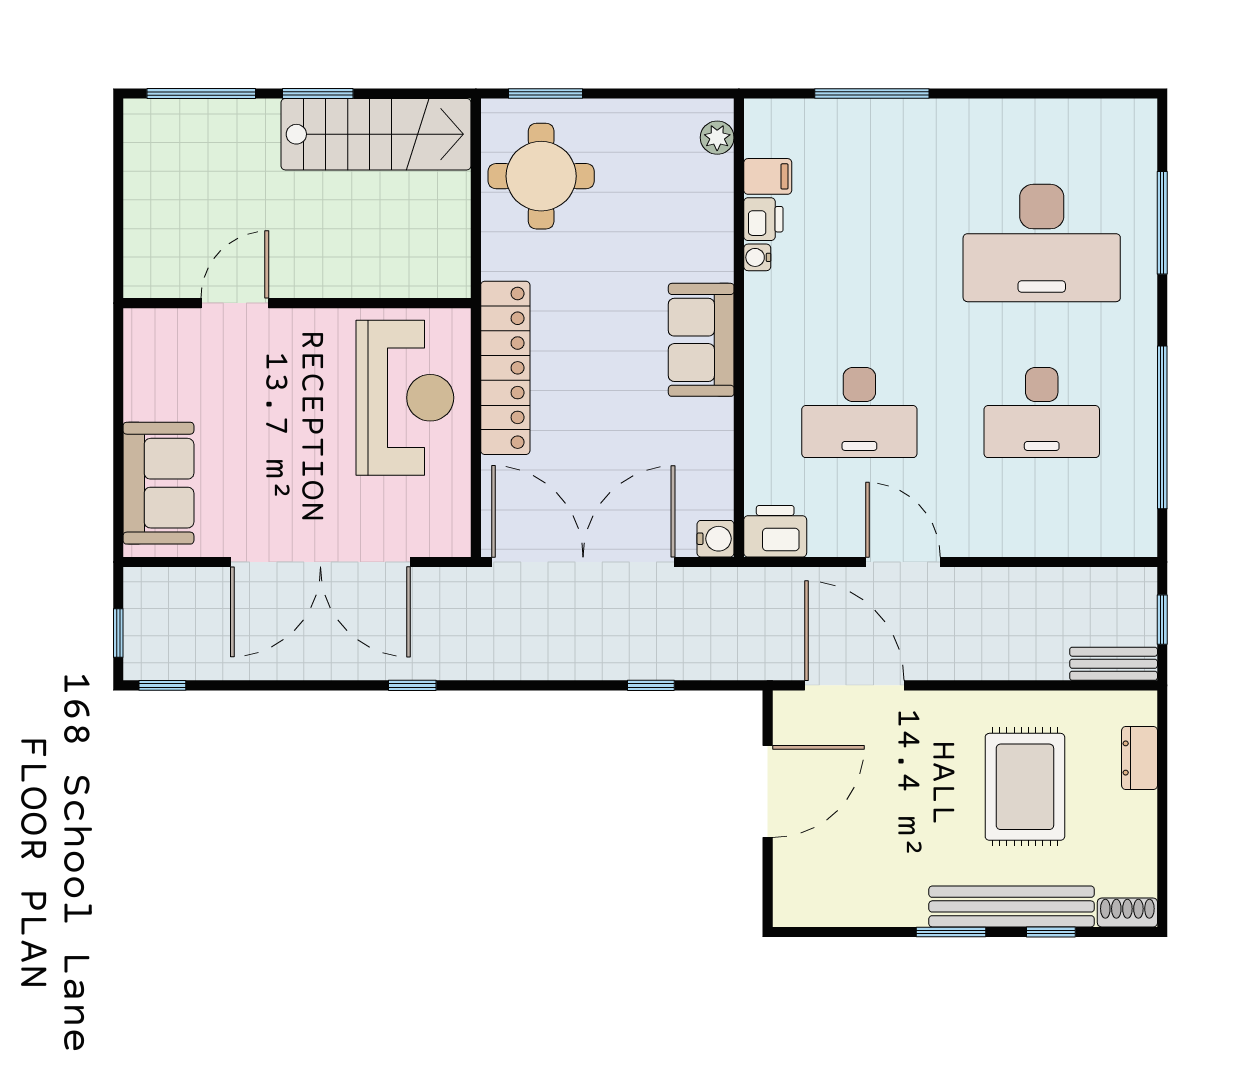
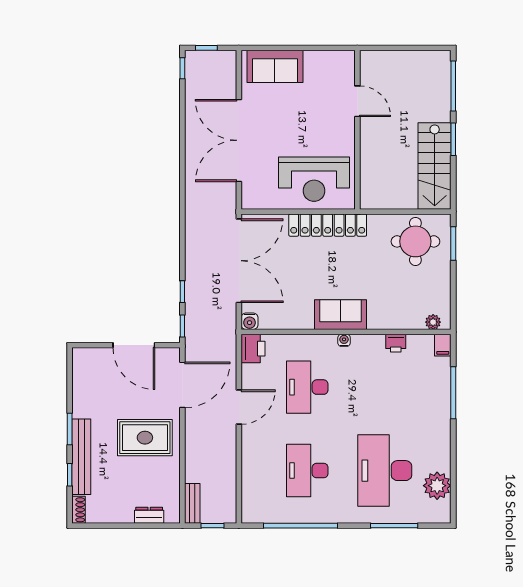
plant: (1075, 129) -> (437, 486), added
filing cabinet: (768, 176) -> (443, 345), moved
water cooler: (757, 257) -> (344, 340), moved
window: (412, 685) -> (182, 326), moved
rug: (1025, 787) -> (145, 438), moved

